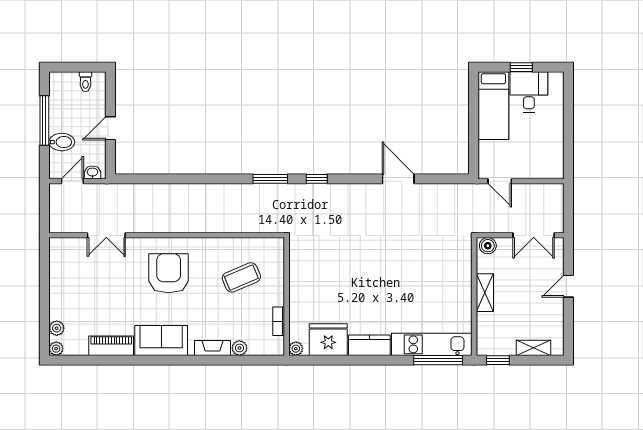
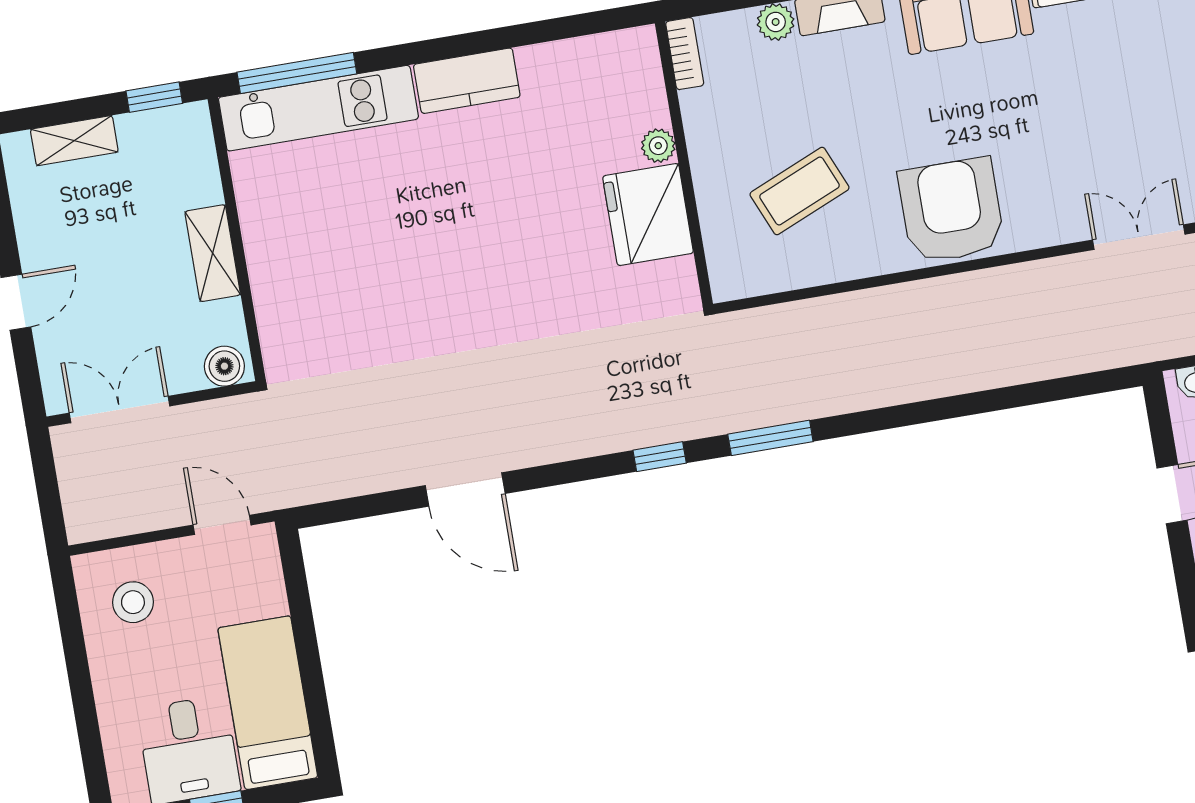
stool: (541, 156) -> (133, 602), added
armchair: (169, 273) -> (951, 210), moved, turned 180
bookcase: (279, 321) -> (685, 54), moved
fridge: (328, 340) -> (648, 215), moved, turned 90
plant: (296, 349) -> (658, 146), moved

